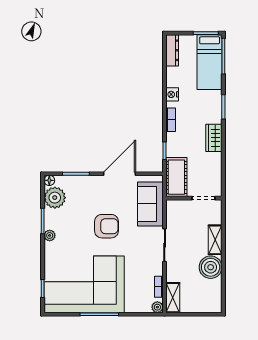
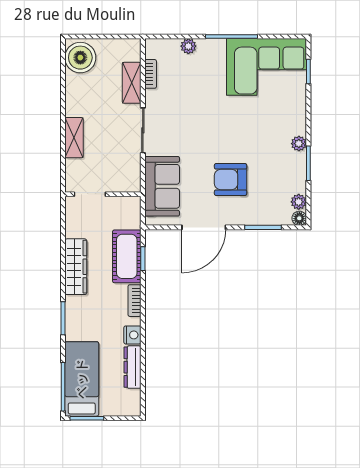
dresser: (172, 50) -> (133, 367), moved
wardrobe: (214, 138) -> (76, 267), width x1.50
cot: (176, 177) -> (127, 256), moved
plant: (55, 198) -> (299, 202), width x0.53, depth x0.53
armchair: (106, 226) -> (231, 180), moved
boiler: (211, 267) -> (80, 58), moved
corner sofa: (84, 284) -> (267, 67), width x0.73, depth x0.74
shelving: (173, 298) -> (132, 83), moved
plant: (157, 307) -> (188, 46), moved

